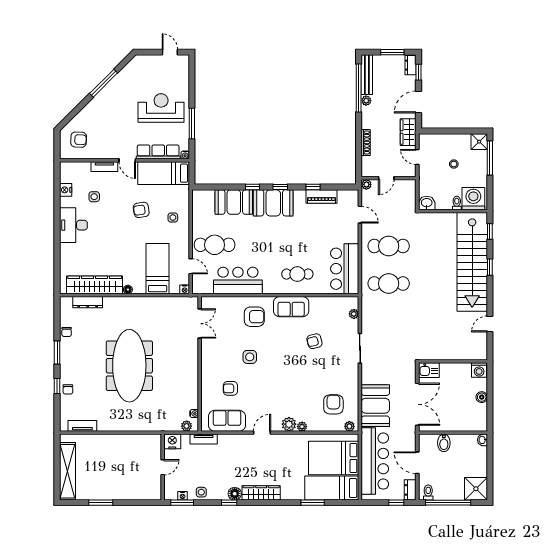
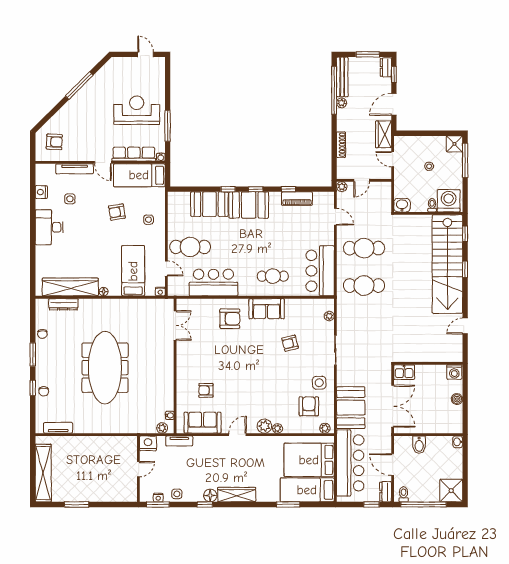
tv unit: (104, 167) -> (75, 169), width x1.41
side table: (250, 357) -> (319, 383), moved

